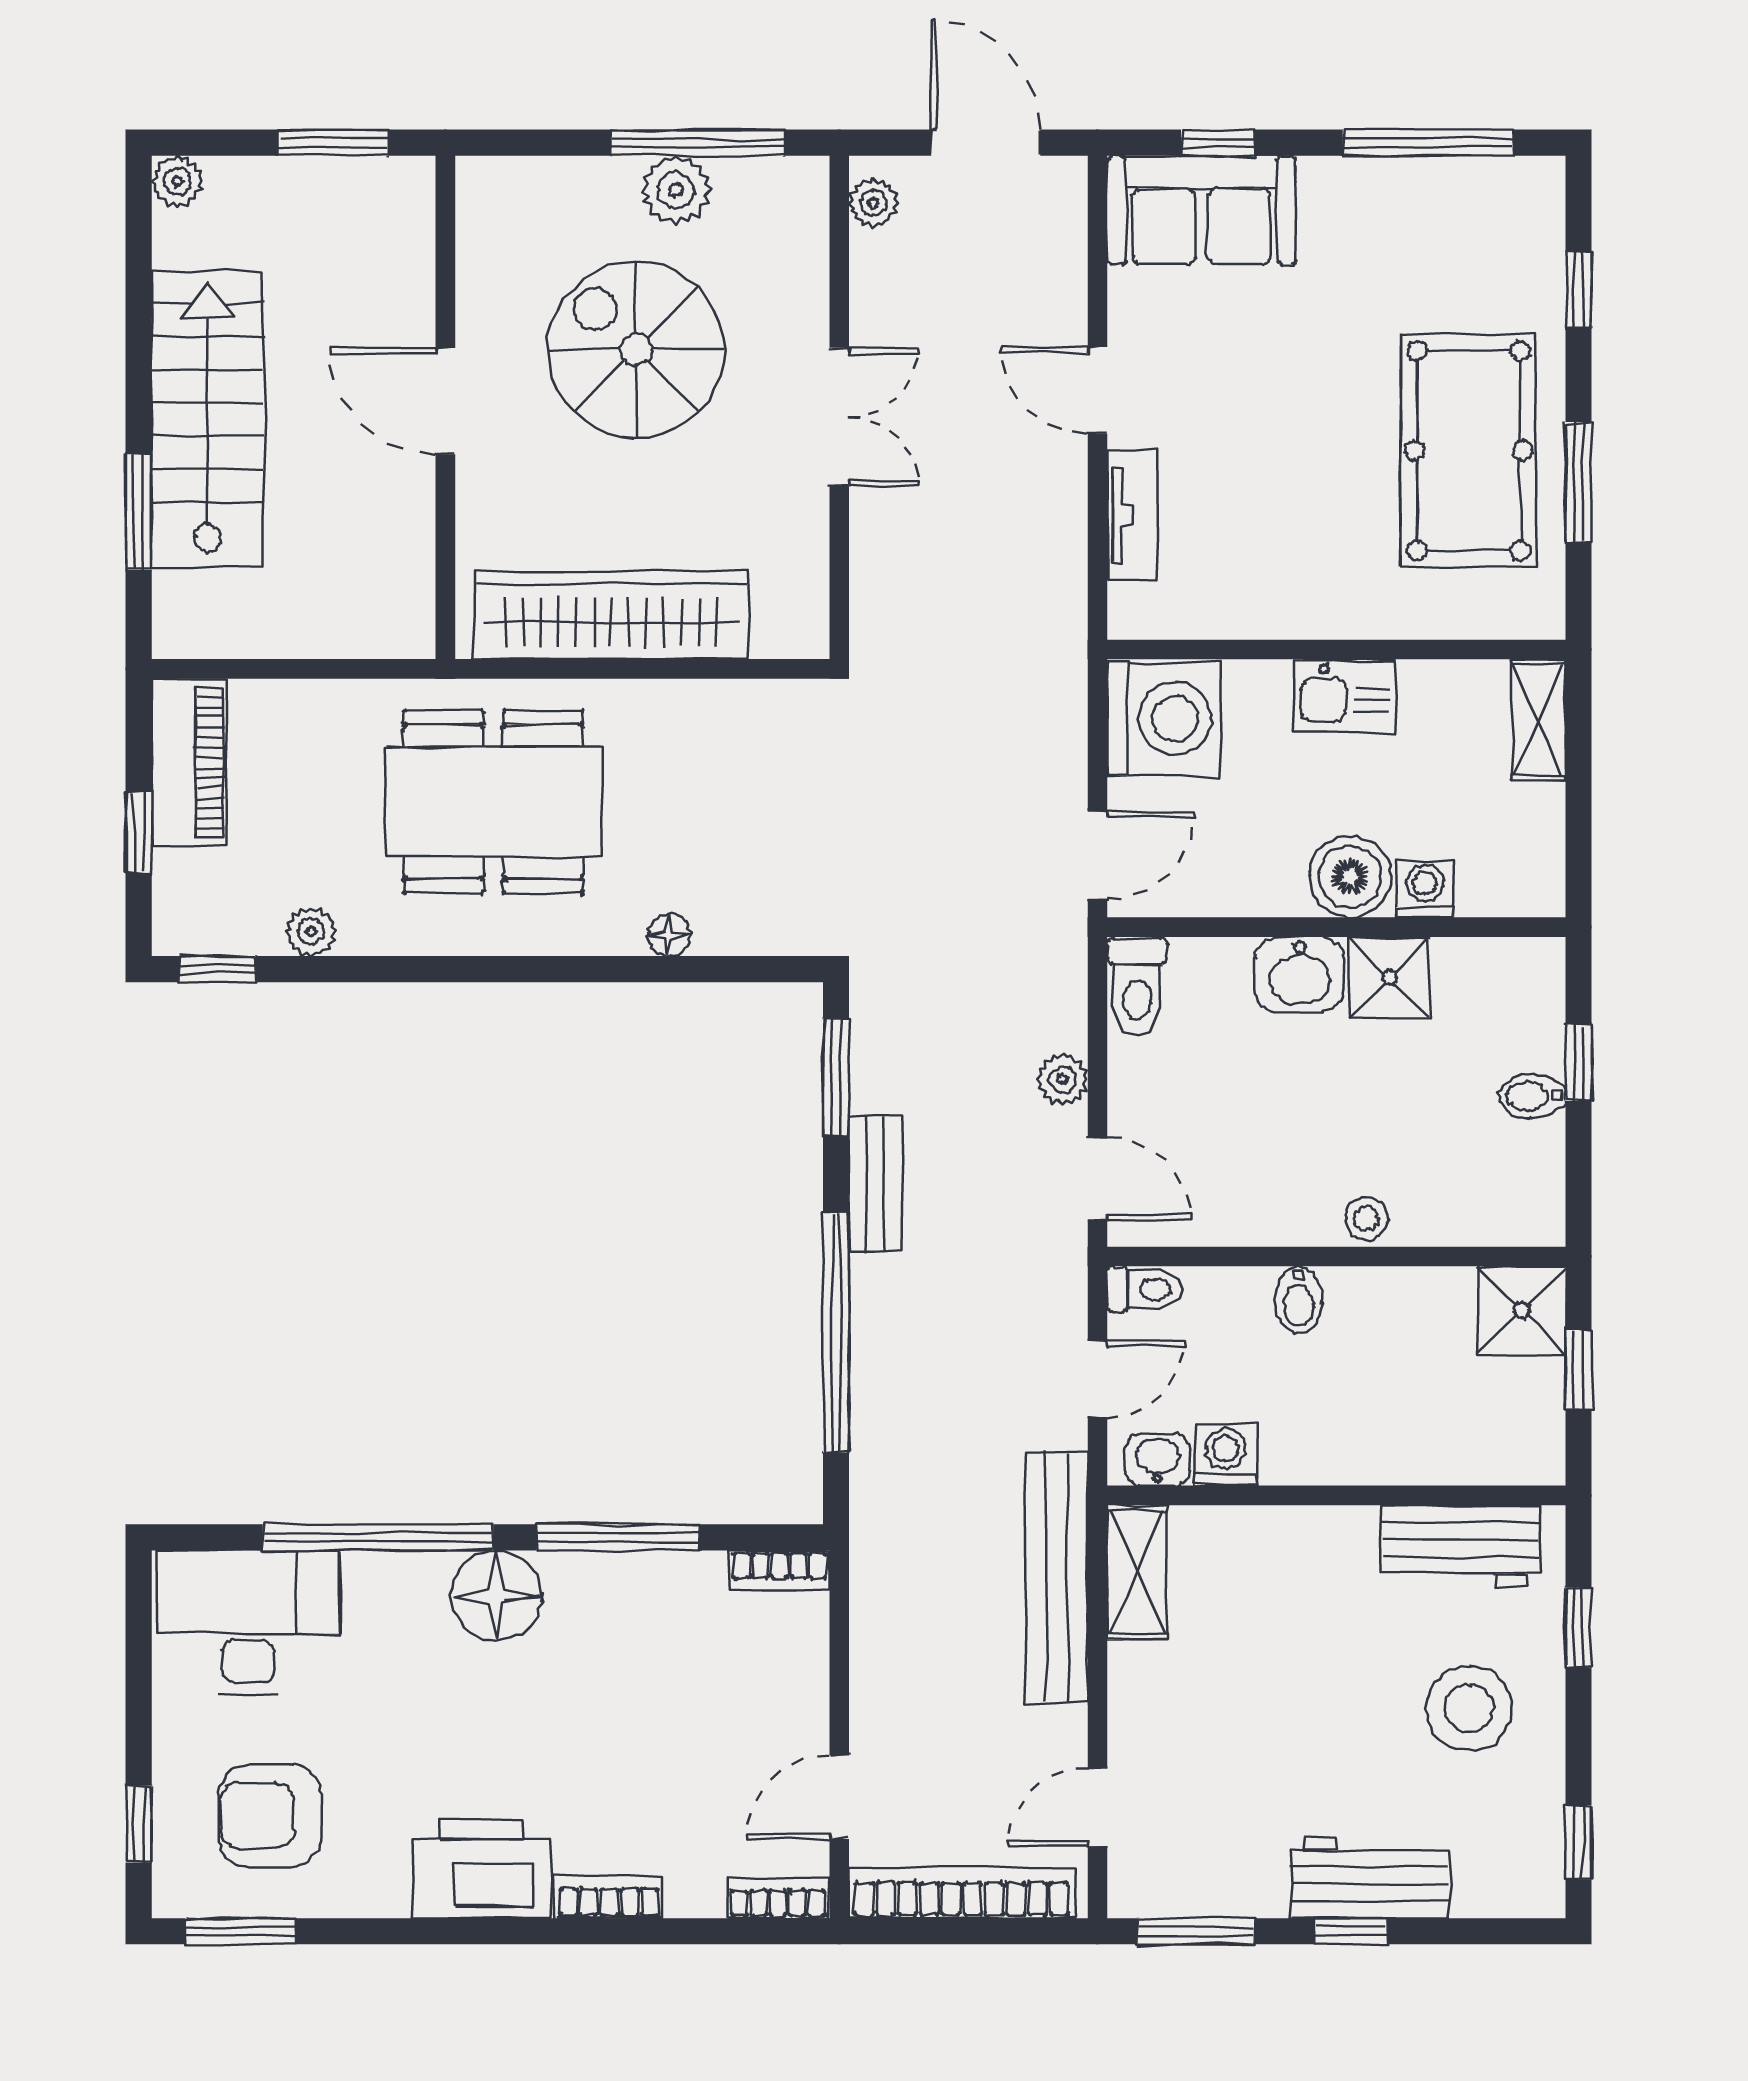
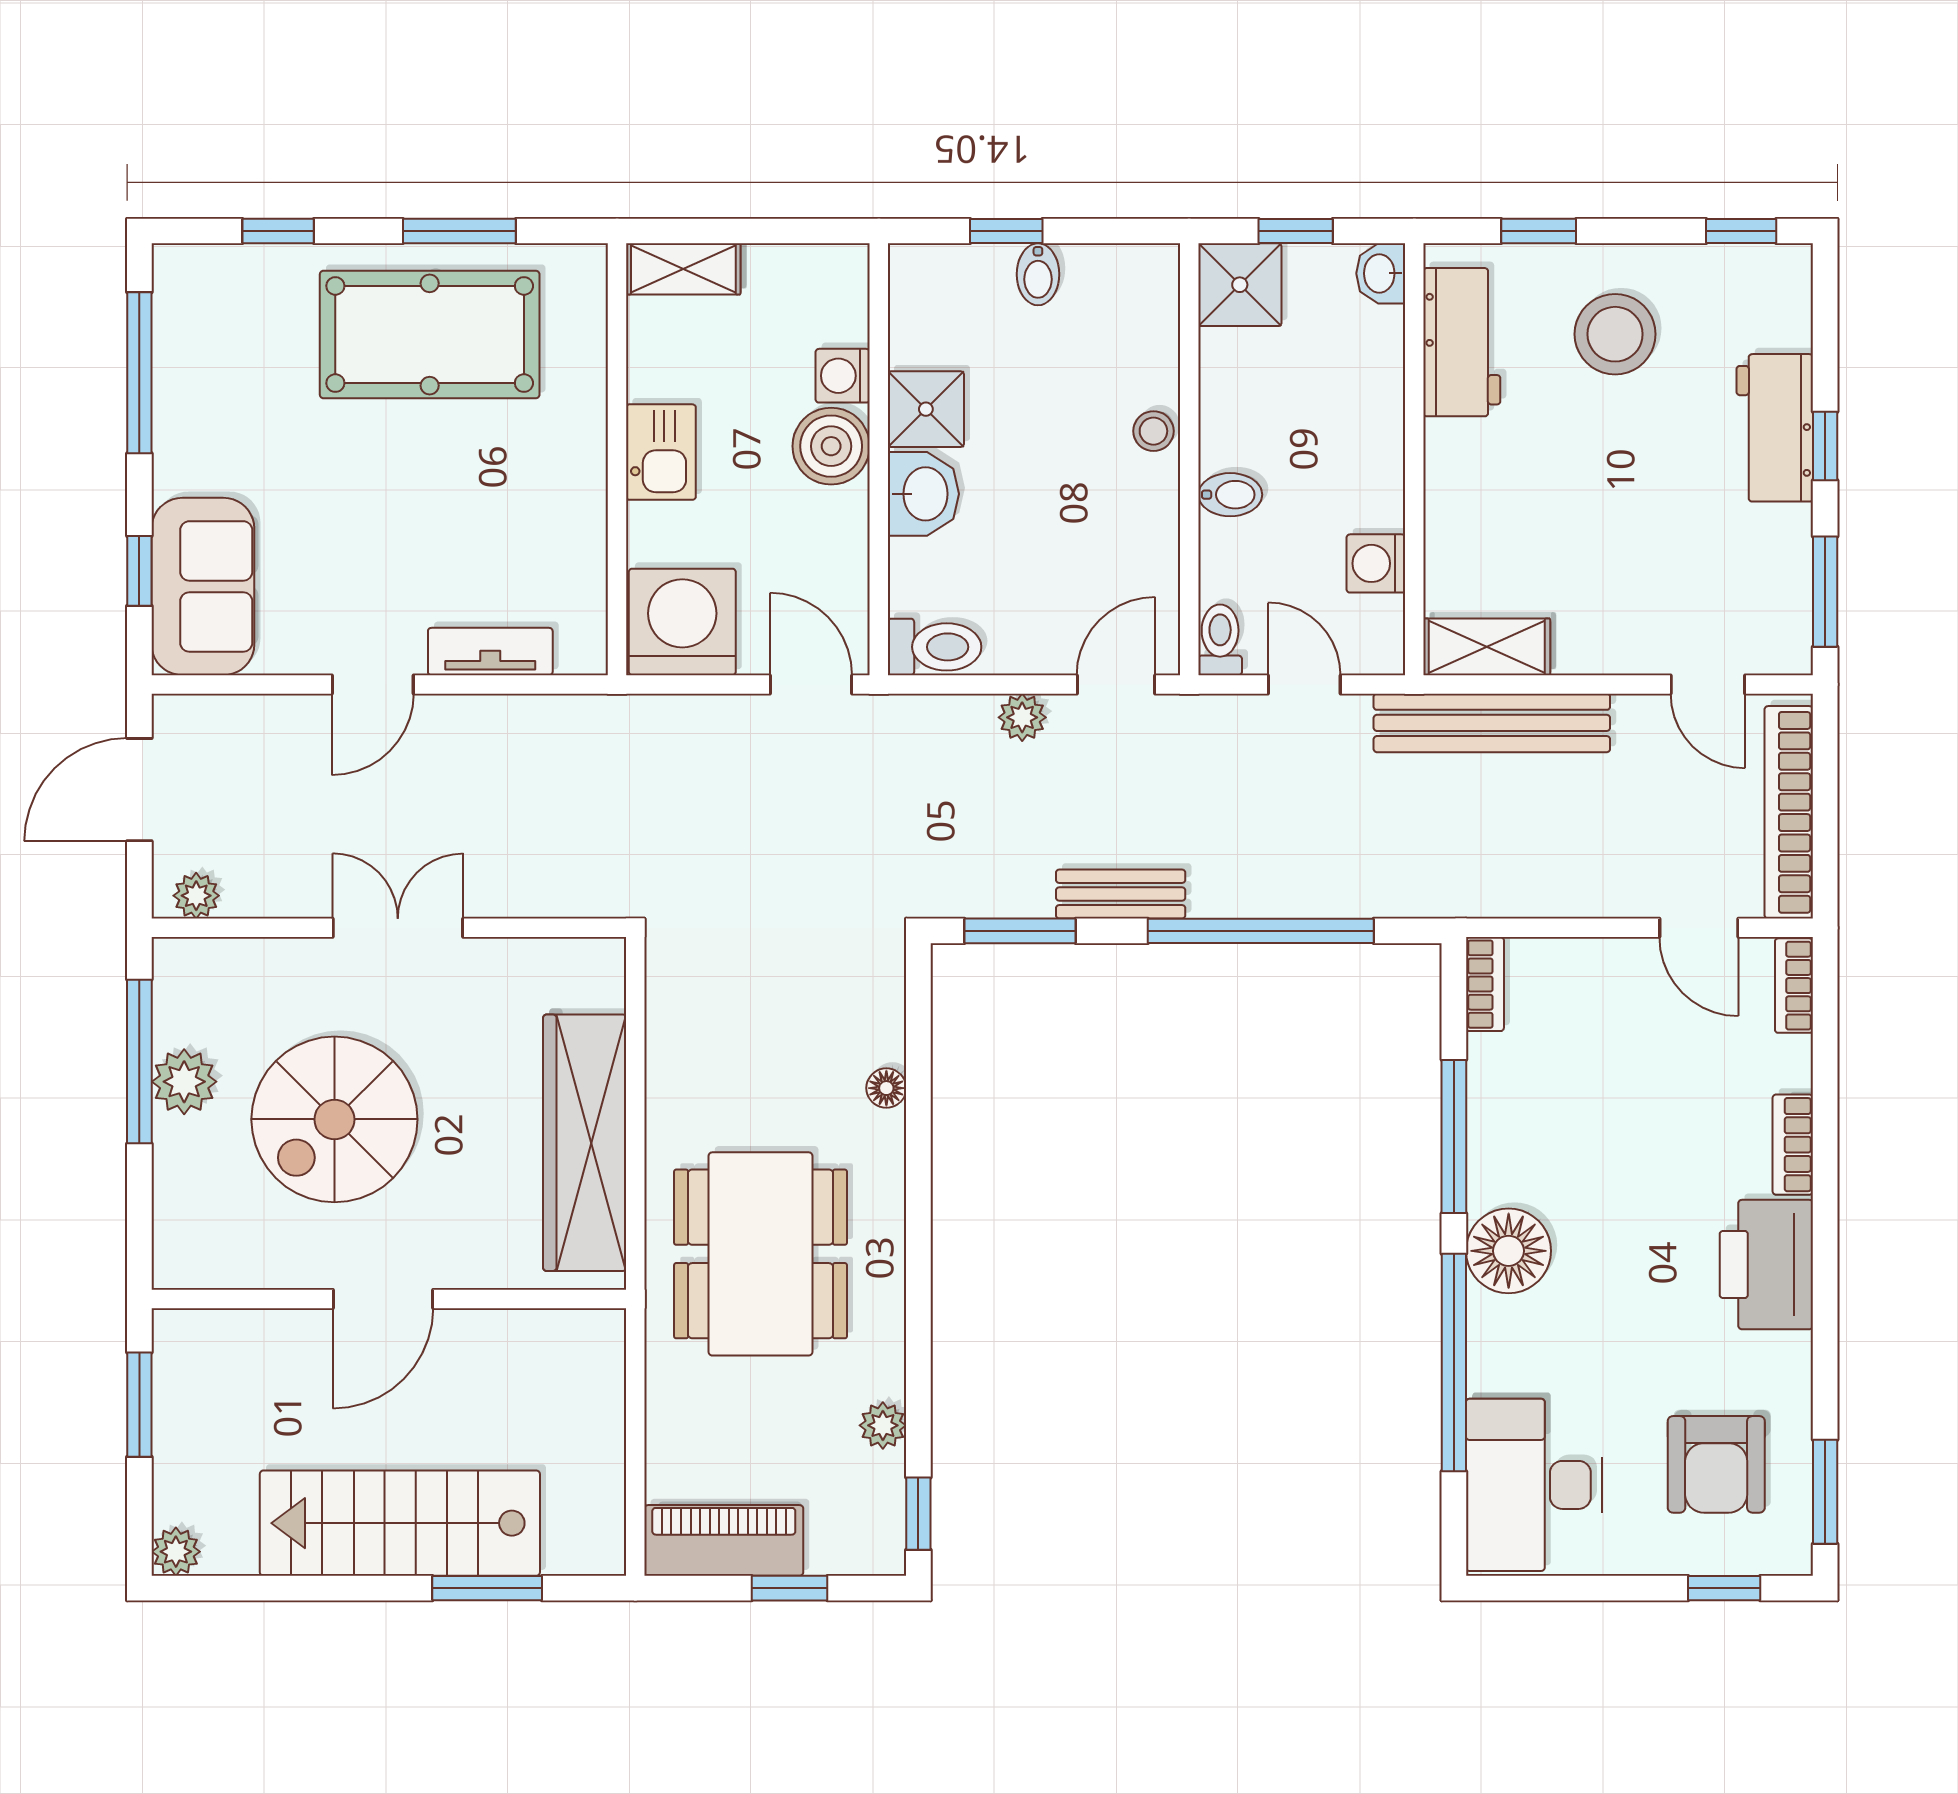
washbasin: (1157, 1460) -> (1381, 273), moved

